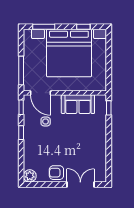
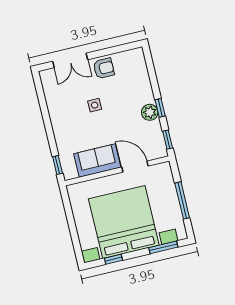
window: (21, 71) -> (182, 200), moved
door: (41, 93) -> (135, 167), moved
side table: (46, 121) -> (95, 105), moved
plant: (30, 176) -> (150, 112), moved

